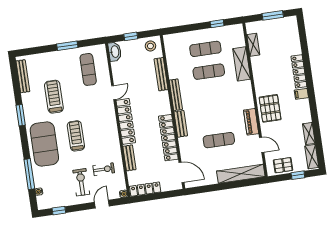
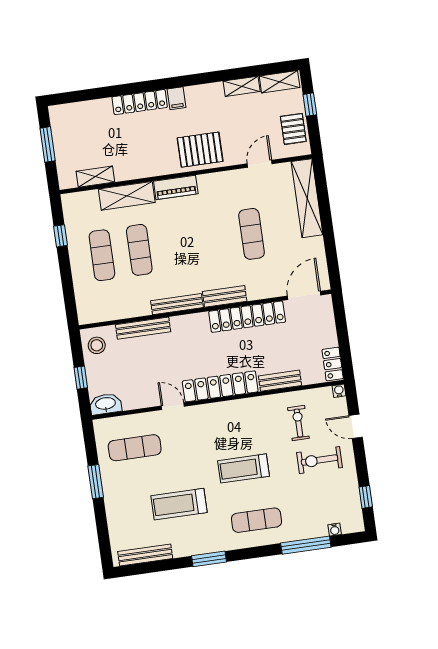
piano: (251, 122) -> (176, 187), moved
exercise mat: (44, 144) -> (256, 520), width x0.50, depth x0.69
locker: (145, 189) -> (333, 364), width x0.66

